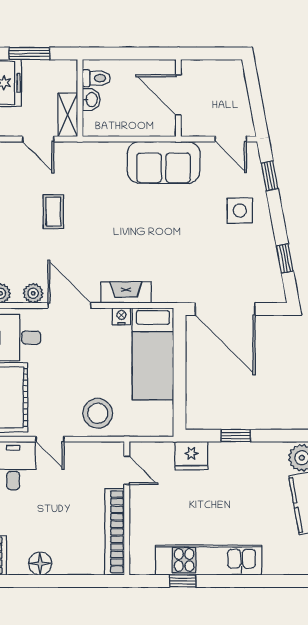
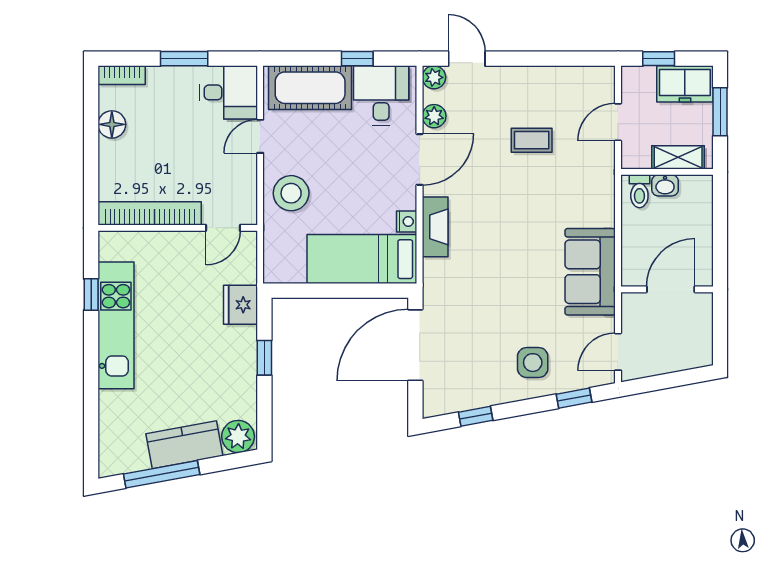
toilet: (96, 78) -> (639, 191), moved
shelving: (68, 115) -> (678, 157), moved

